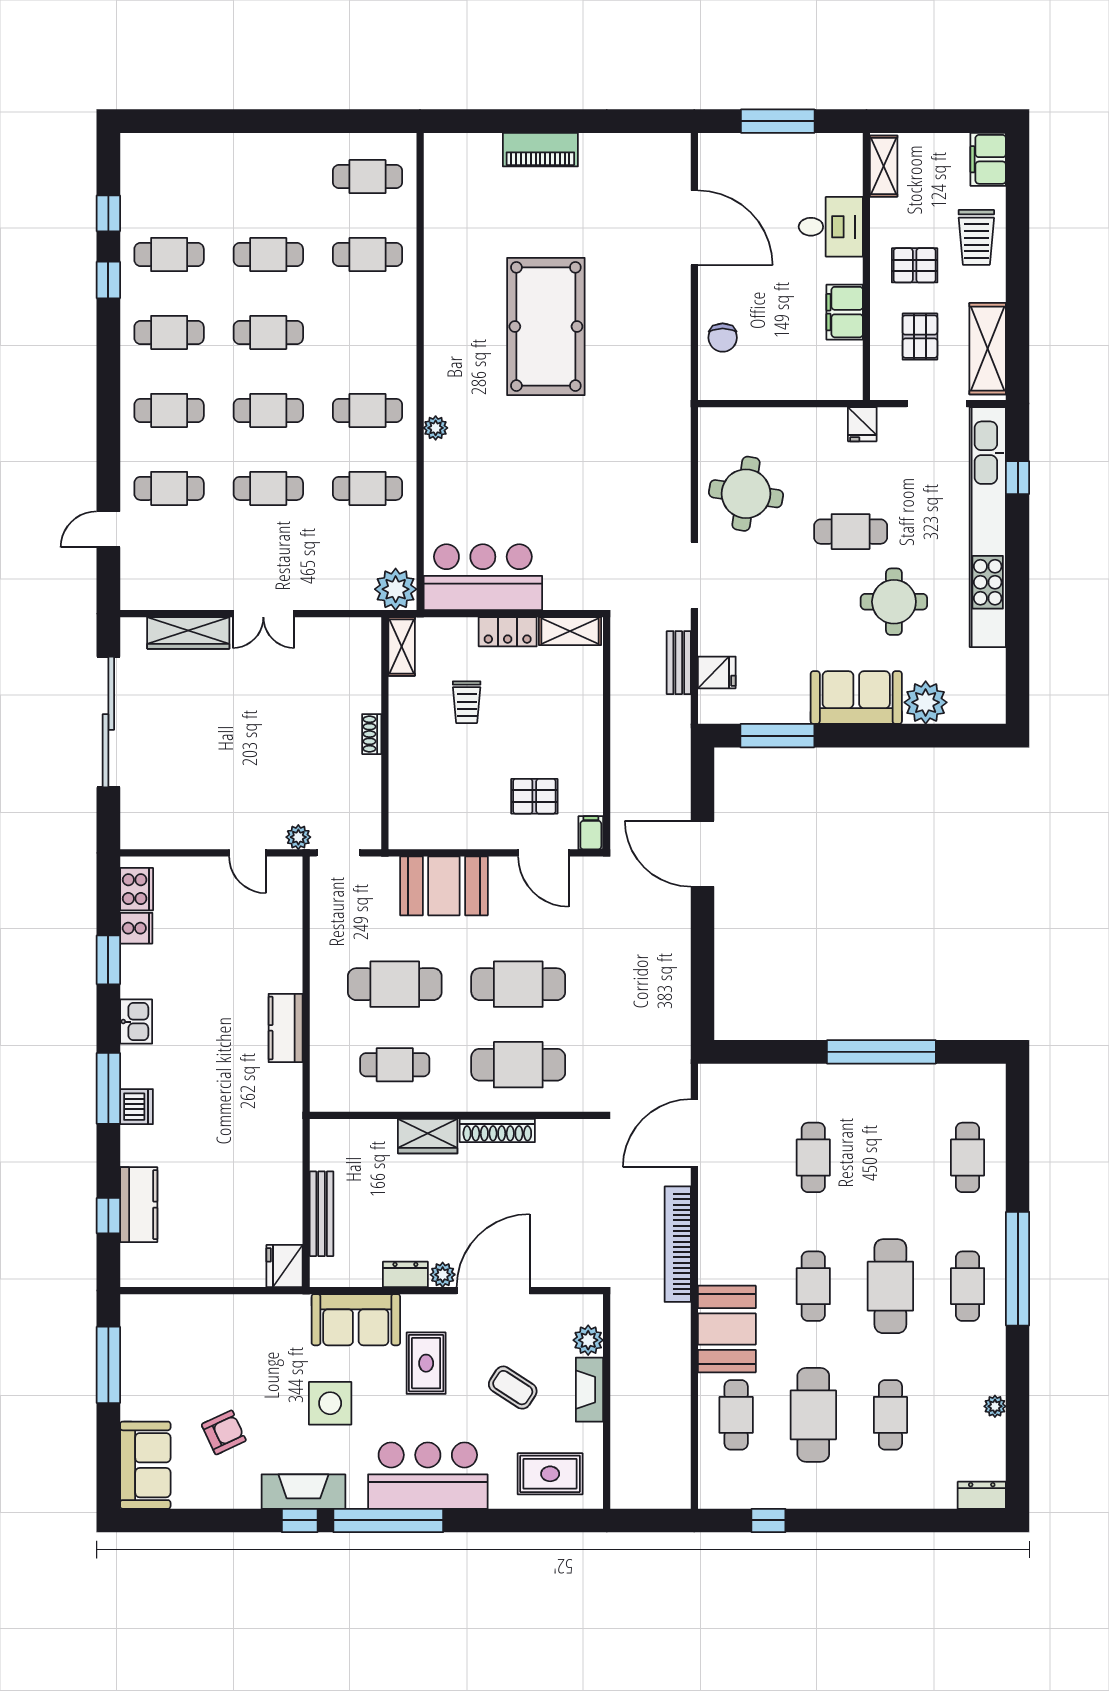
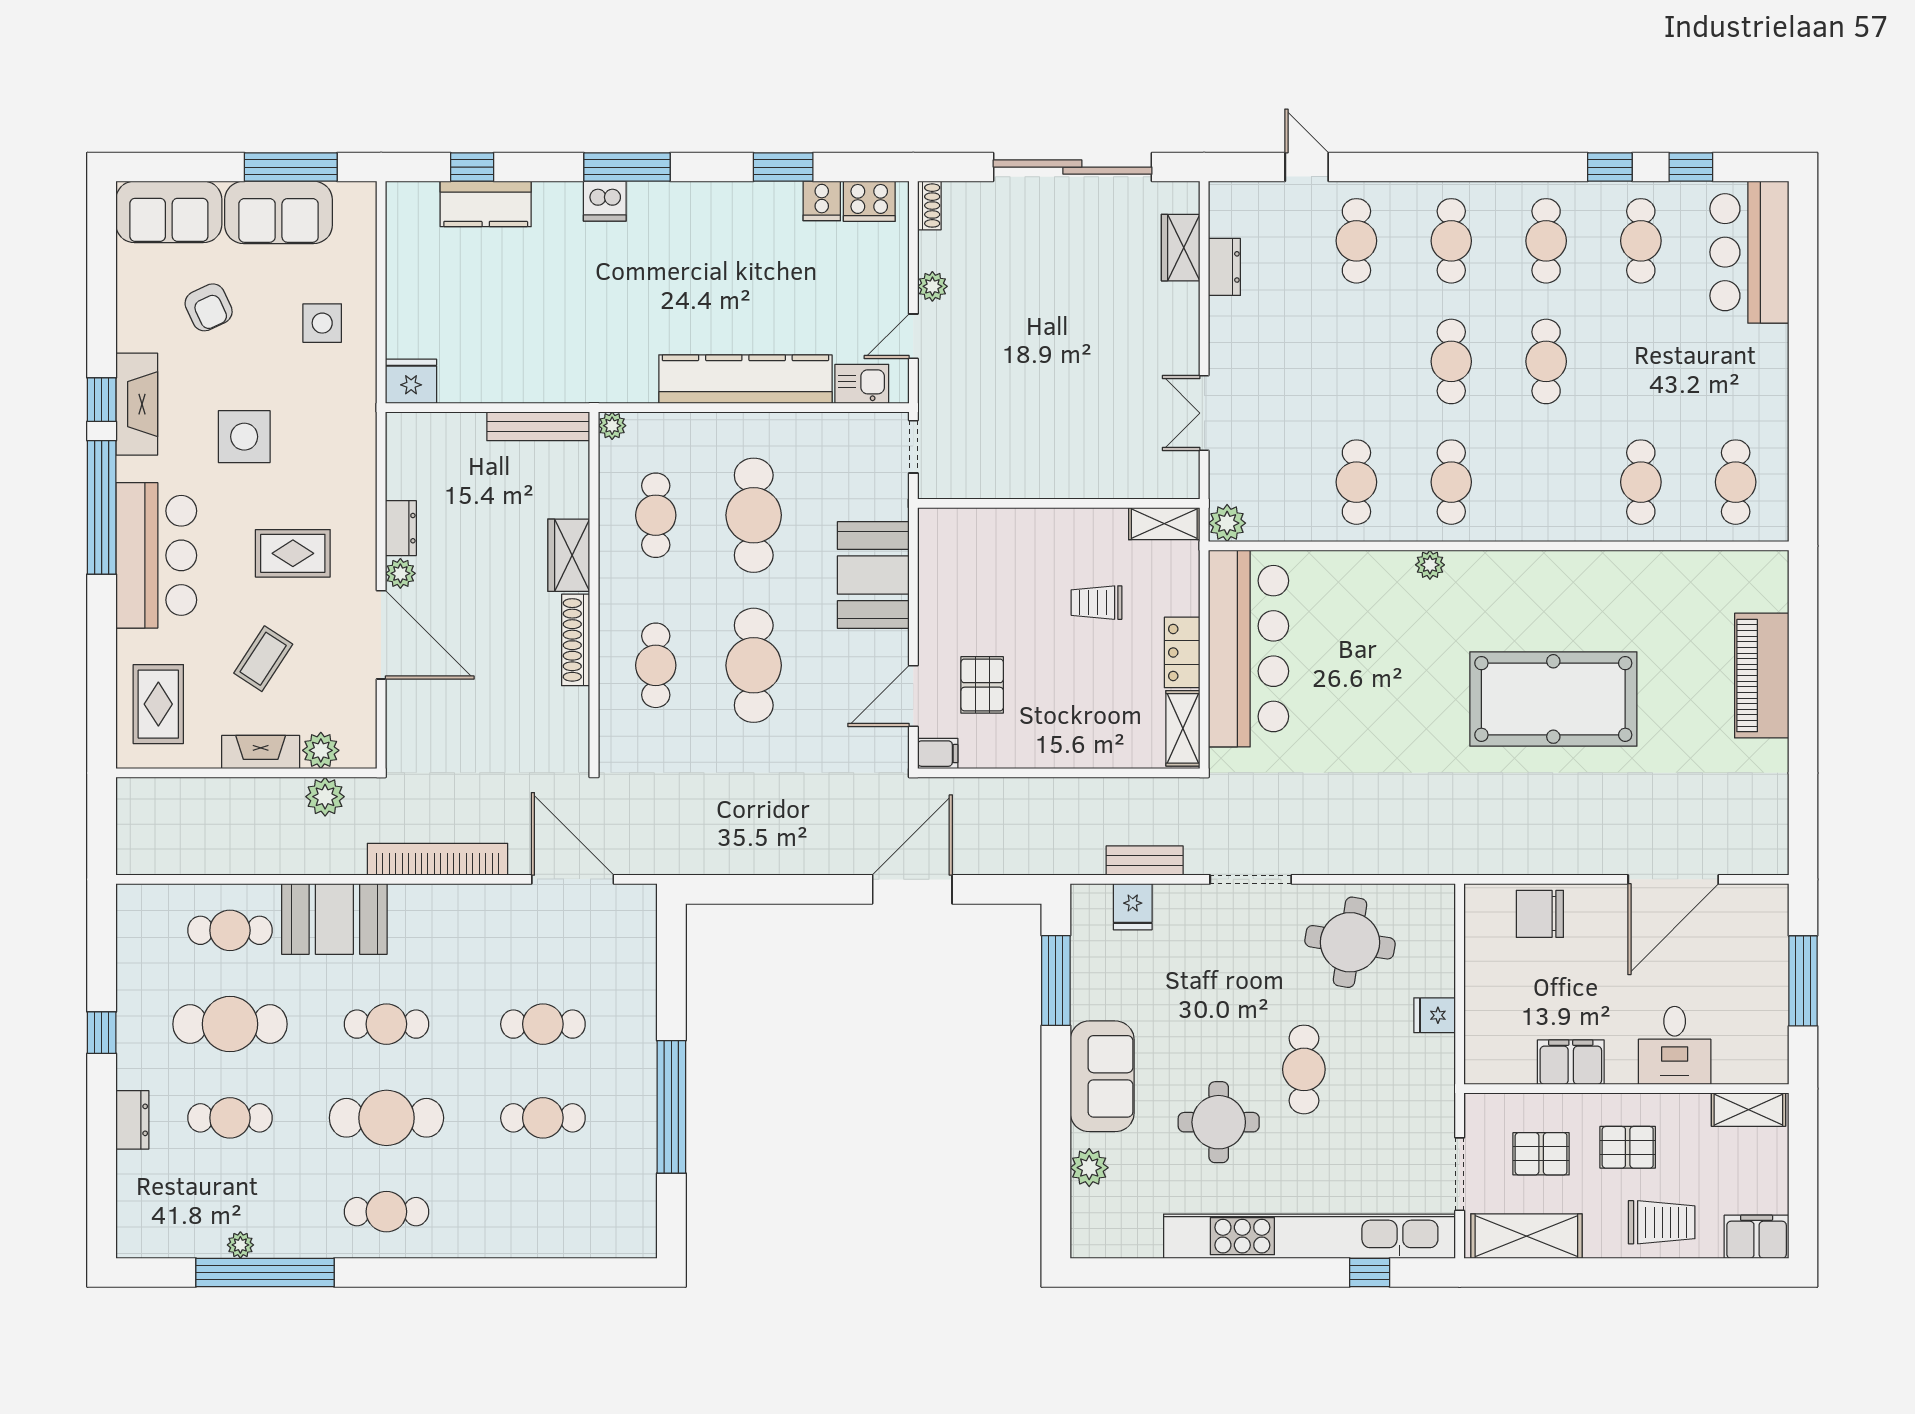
piano: (540, 150) -> (1762, 676), width x1.37, depth x1.33
bar counter: (178, 165) -> (1749, 252), added
trolley: (976, 237) -> (1662, 1222), turned 180
cafe table: (268, 255) -> (1641, 361), removed
pallet: (915, 265) -> (1628, 1147), turned 90
chair: (723, 338) -> (1540, 914), width x1.37, depth x1.37
fridge: (862, 424) -> (1435, 1015), moved
cafe table: (268, 488) -> (1356, 361), removed
bar counter: (483, 577) -> (1249, 649), width x1.36
plant: (396, 589) -> (1227, 523), width x0.73, depth x0.73
dresser: (191, 597) -> (1224, 267), added
double door: (263, 614) -> (1204, 413), moved
wardrobe: (188, 633) -> (1181, 248), width x0.67
plant: (926, 702) -> (1089, 1168), width x0.73, depth x0.73
shoe rack: (372, 734) -> (929, 206), moved, turned 90
plant: (298, 837) -> (932, 286), moved
kitchen sink: (136, 1022) -> (862, 384), moved, turned 180
kitchen counter: (286, 1028) -> (745, 379), width x2.08, depth x1.17
cafe table: (518, 1065) -> (656, 665), width x0.73, depth x0.74
plant: (321, 1101) -> (612, 426), added
cafe table: (968, 1157) -> (543, 1118), moved
bench: (322, 1214) -> (538, 426), moved
window: (1018, 1269) -> (265, 1272), moved
sofa: (356, 1320) -> (279, 212), moved, turned -90
plant: (626, 1337) -> (325, 797), added
side table: (237, 1339) -> (322, 323), added
dresser: (982, 1495) -> (132, 1120), moved
window: (768, 1520) -> (102, 1033), moved

